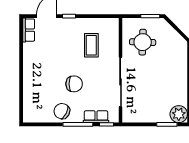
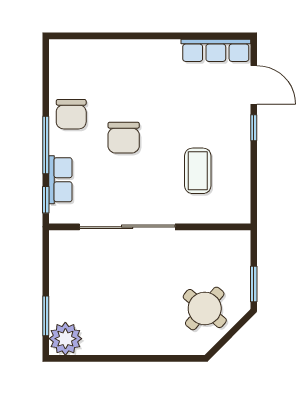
row of seats: (29, 30) -> (216, 50), width x1.48
round table: (143, 42) -> (205, 308), moved, turned 38
coffee table: (91, 45) -> (198, 171), turned 90
chair: (62, 111) -> (71, 114), turned 152

